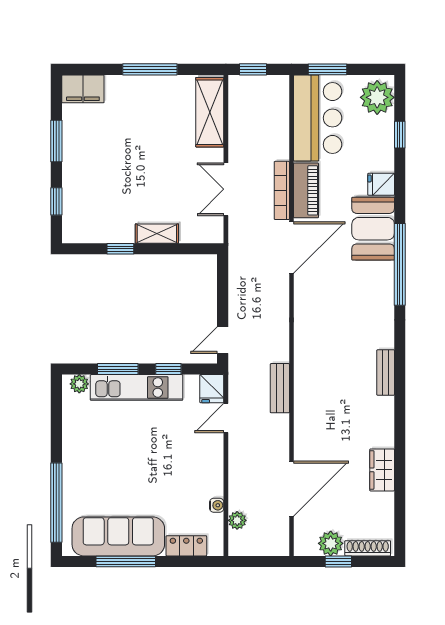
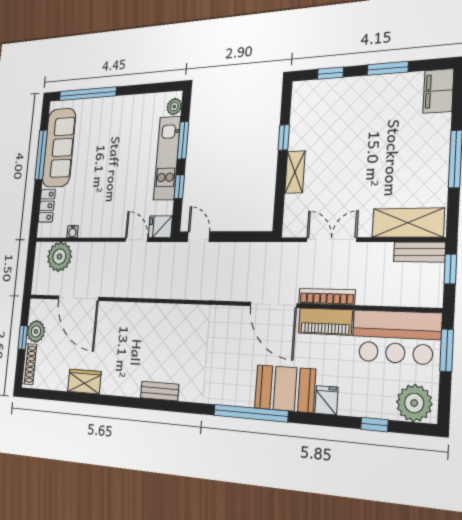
bench: (280, 388) -> (419, 252), moved
plant: (237, 520) -> (59, 257), width x1.88, depth x1.88

